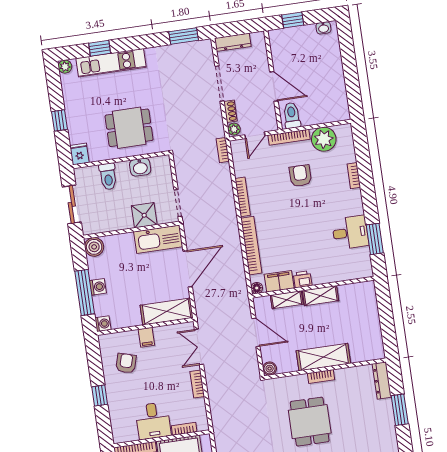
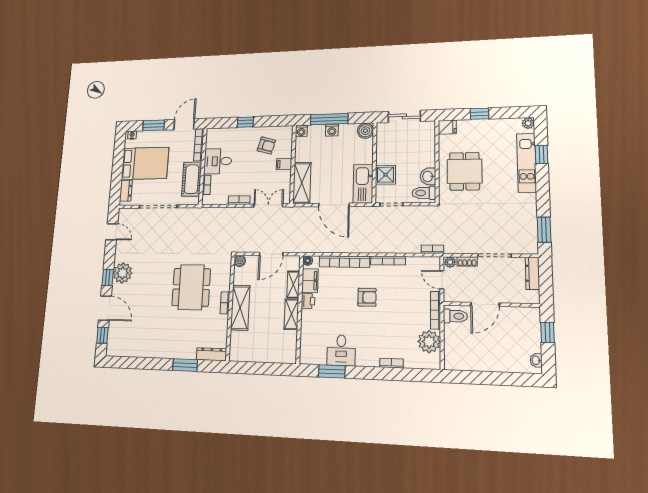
toilet: (108, 176) -> (424, 193), moved
armchair: (300, 176) -> (367, 297), moved
dining table: (310, 422) -> (191, 287), width x1.38

